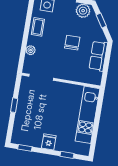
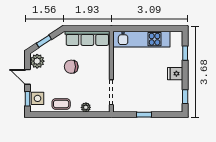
row of seats: (98, 56) -> (87, 38), width x1.48

